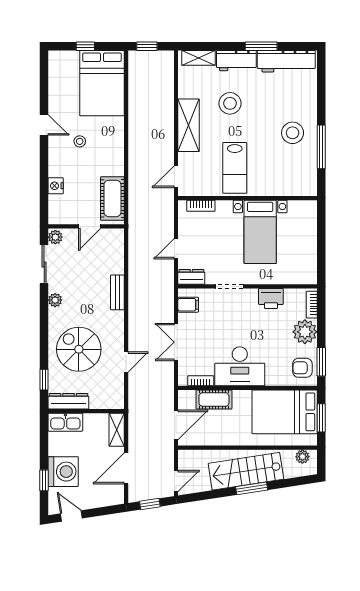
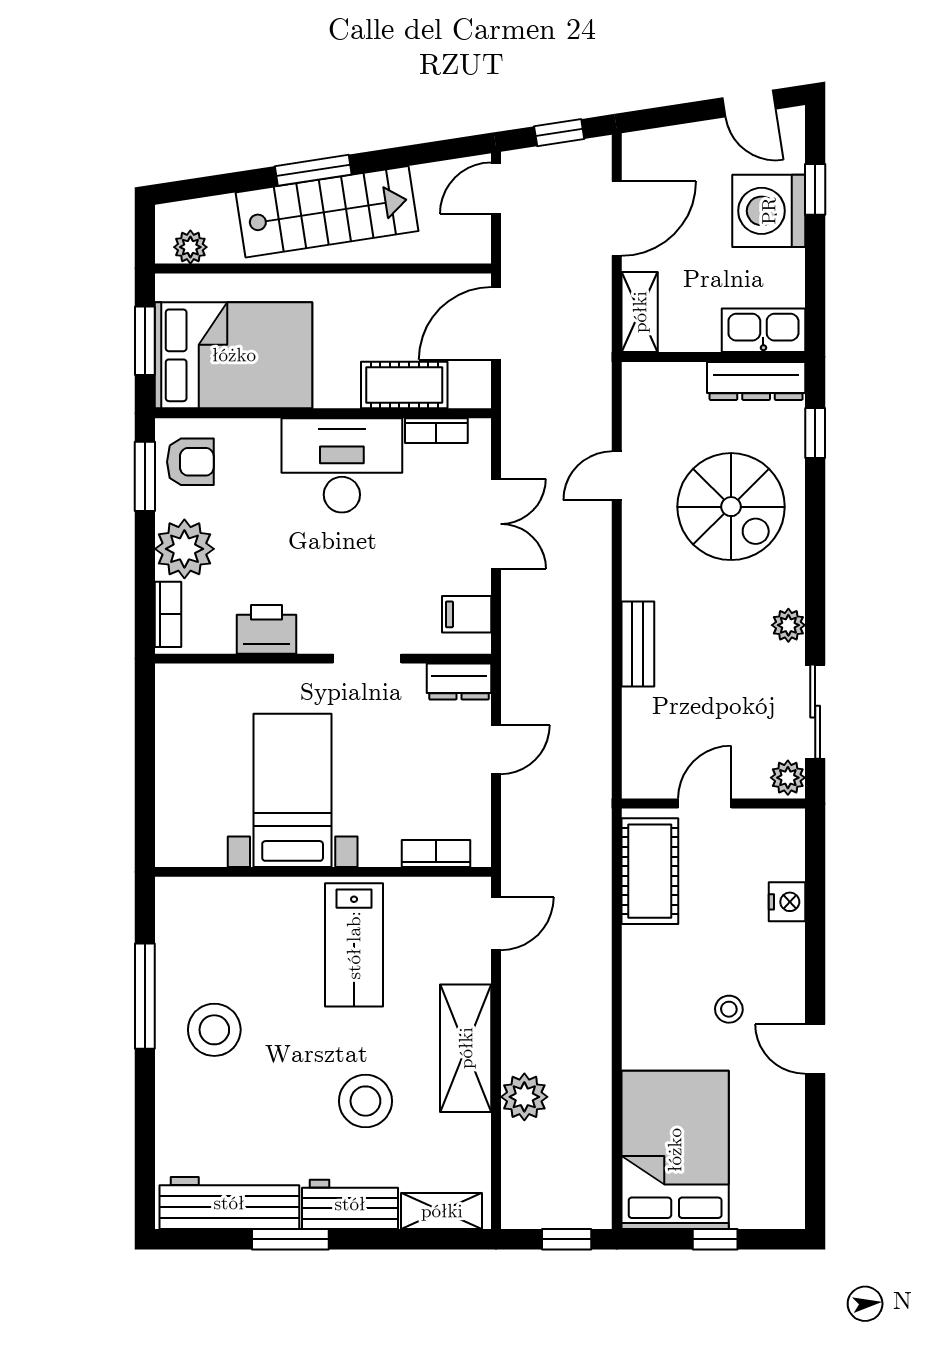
plant: (164, 105) -> (524, 1097), added
lab bench: (235, 168) -> (354, 945), turned 180

